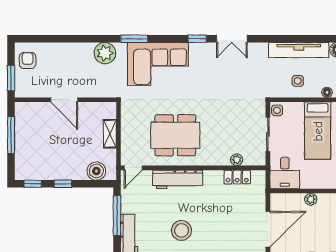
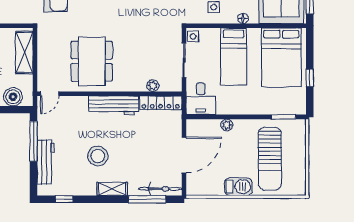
shelving: (110, 134) -> (24, 53), width x1.50, depth x1.33
dining table: (175, 135) -> (92, 61), turned 90
locker: (237, 177) -> (161, 103), width x1.53
workbench: (178, 179) -> (114, 105), moved

